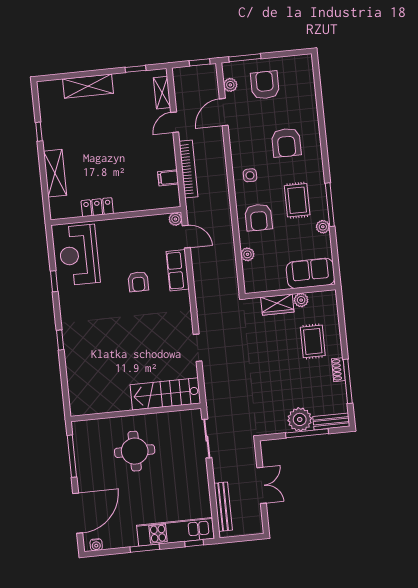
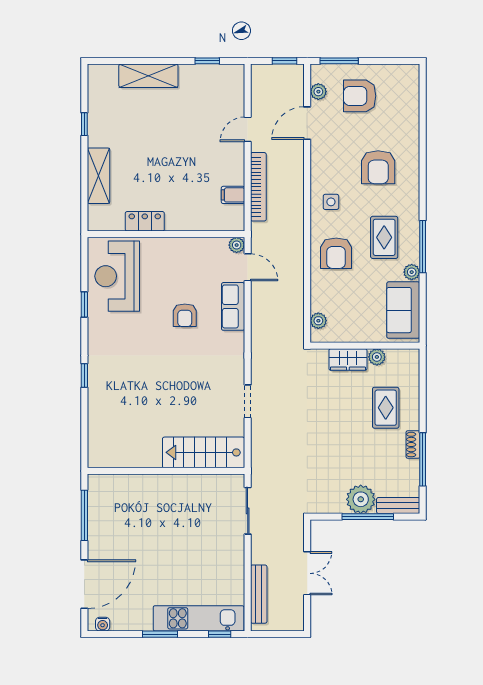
armchair: (265, 85) -> (360, 96), turned -90
shelving: (162, 93) -> (236, 93), removed
plant: (247, 254) -> (318, 321), moved
sofa: (311, 273) -> (403, 310), moved, turned -90
round table: (135, 451) -> (160, 517), removed

